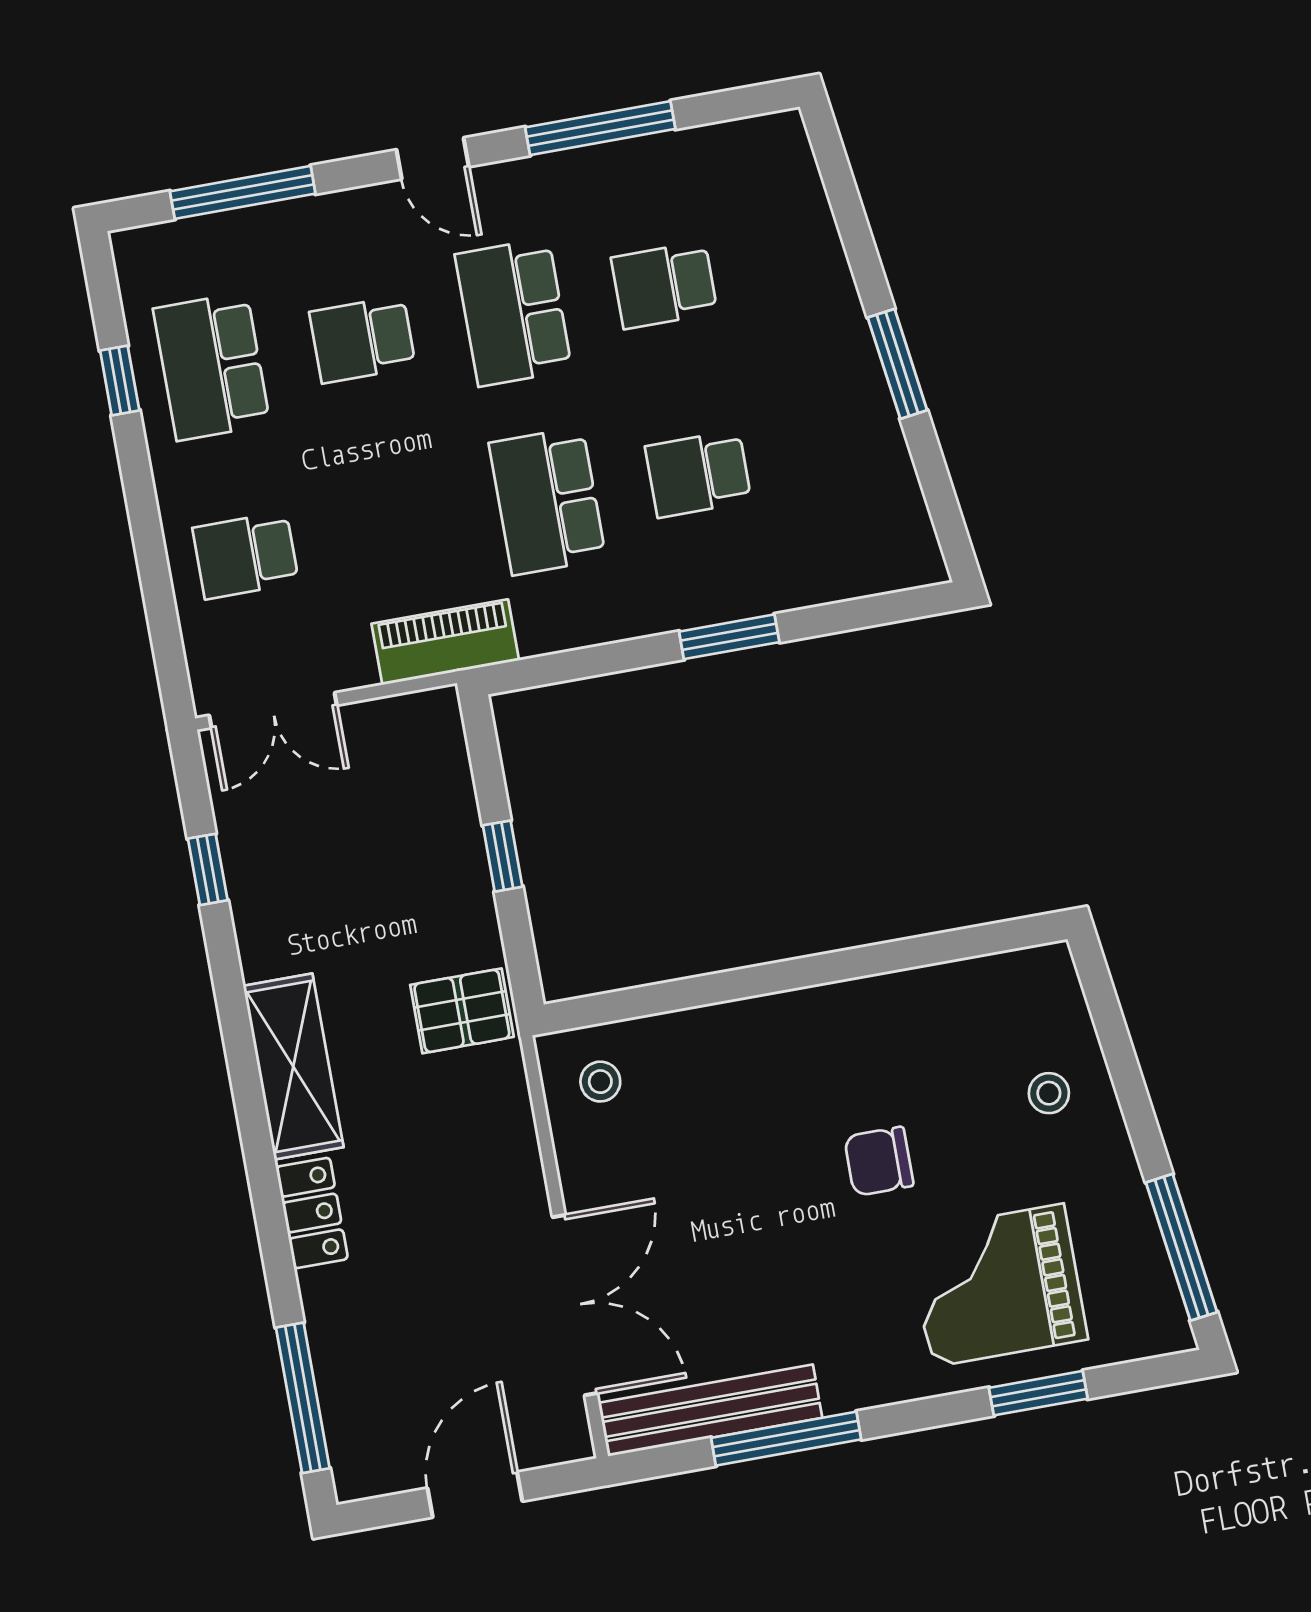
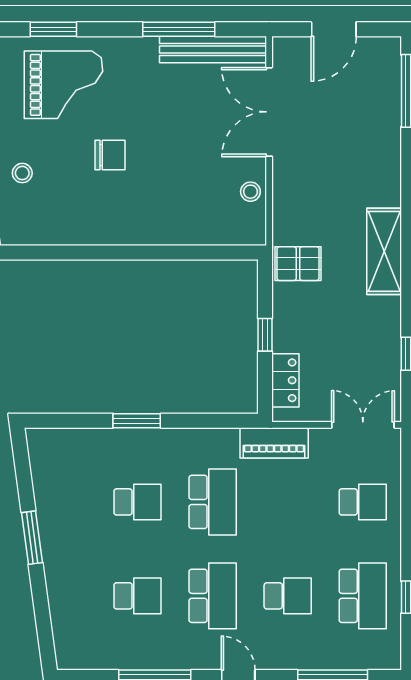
stool: (600, 1082) -> (250, 192), moved
locker: (312, 1213) -> (285, 380), moved, turned 180

